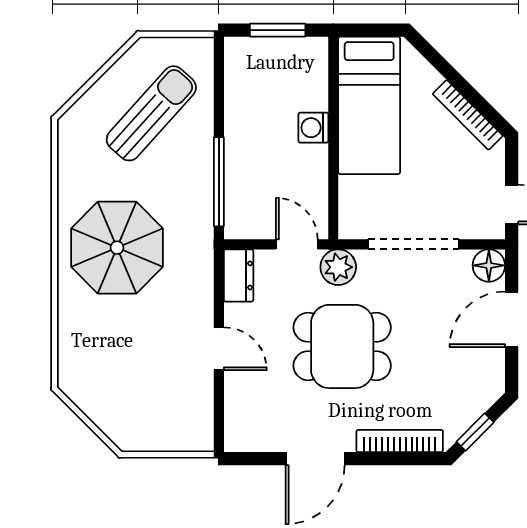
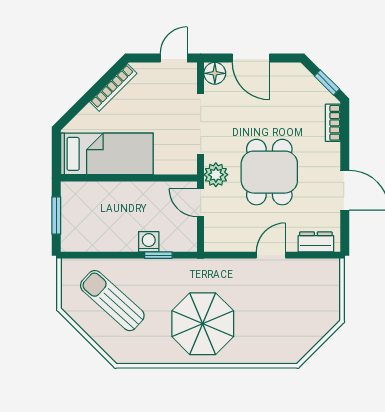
washing machine: (313, 128) -> (149, 242), moved, turned 180
window: (219, 182) -> (158, 255), width x0.46
door: (297, 244) -> (201, 203), hinge flipped
dresser: (239, 275) -> (316, 242), moved
bookcase: (400, 441) -> (333, 123), width x0.64

